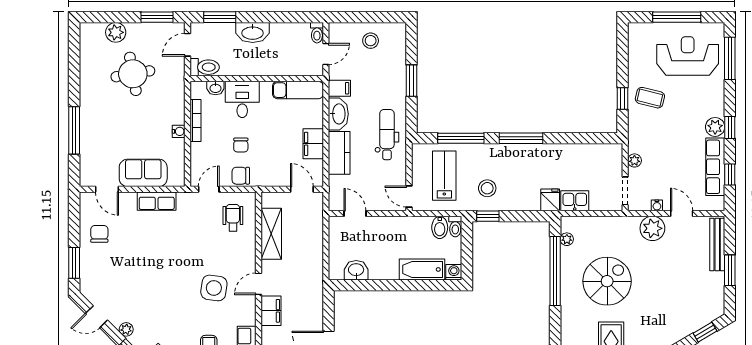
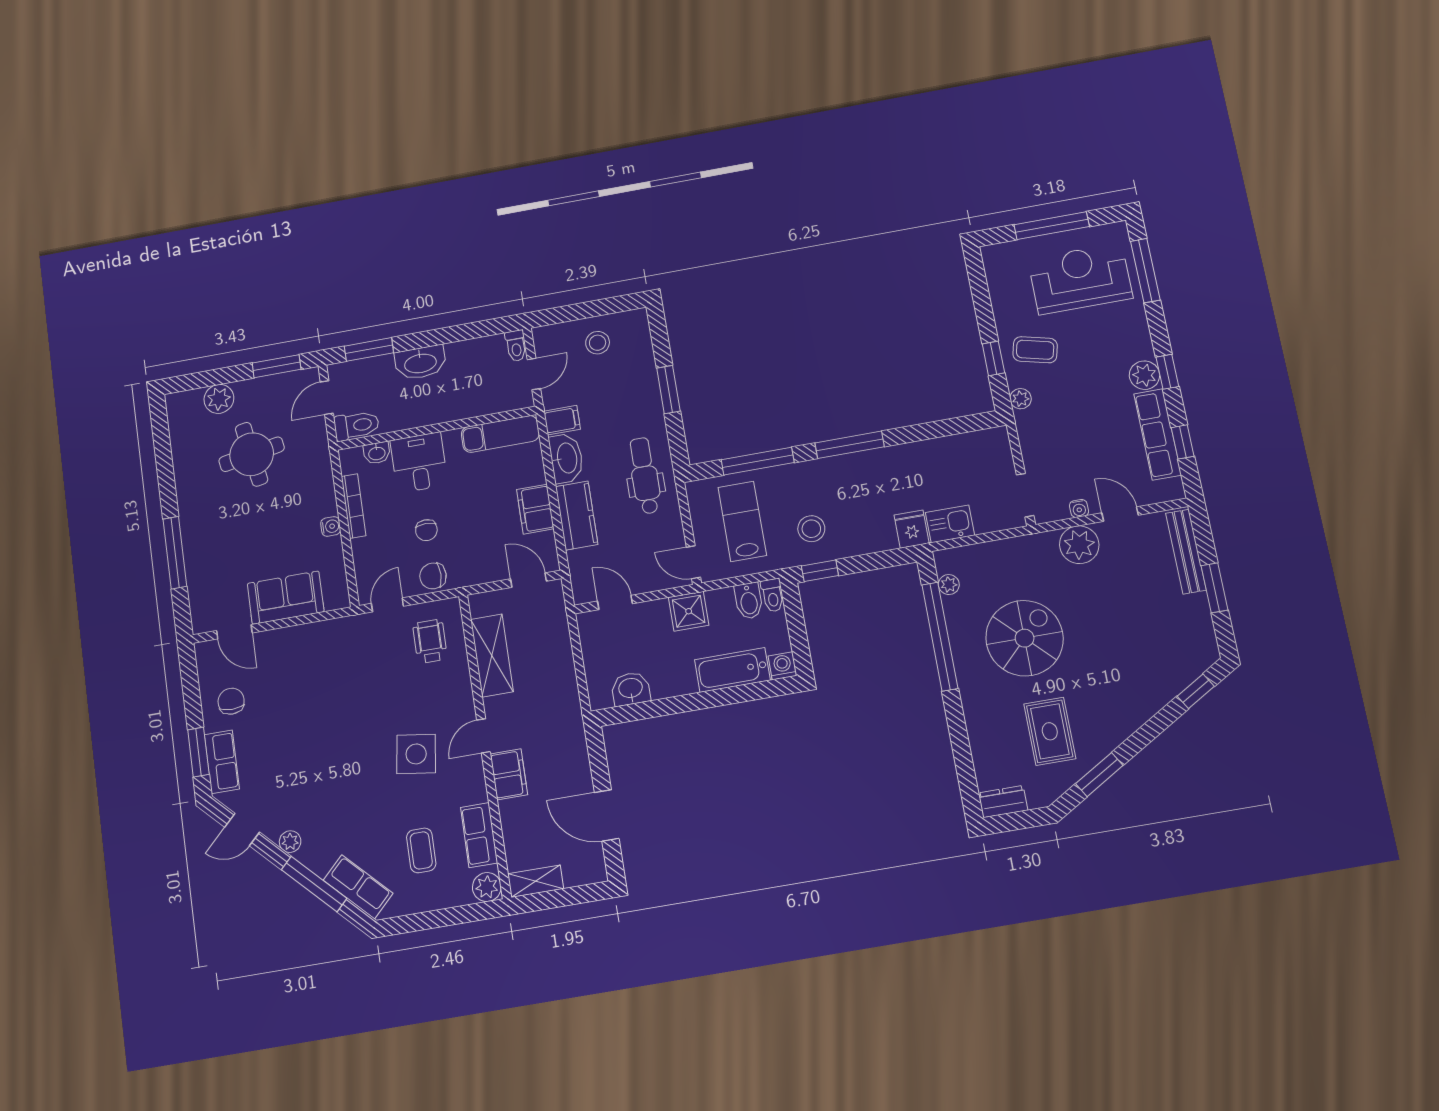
plant: (634, 160) -> (1021, 399), moved
row of seats: (157, 201) -> (222, 762), moved, turned -90
shower: (401, 227) -> (689, 611), added

